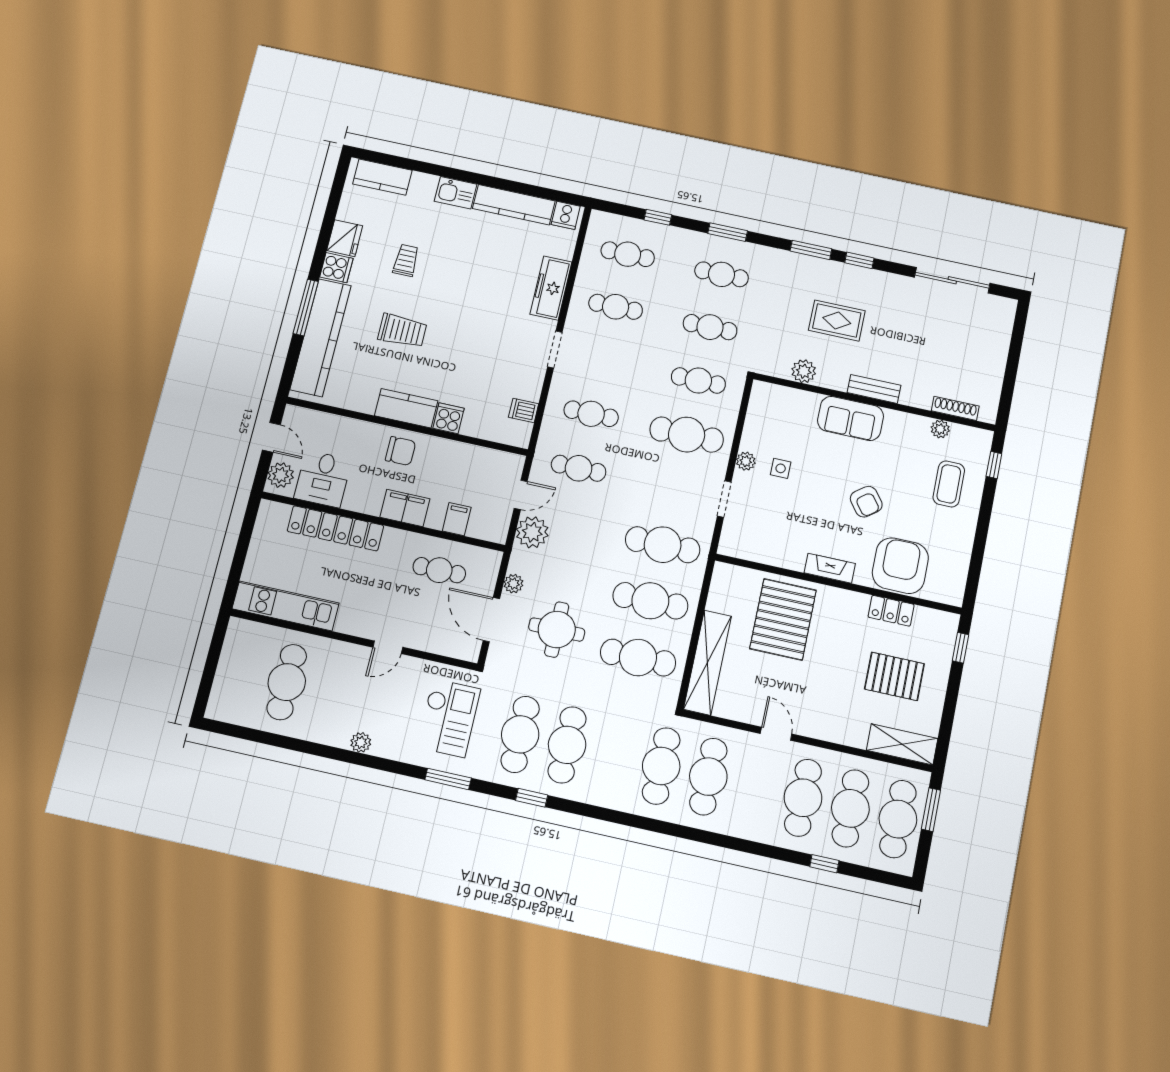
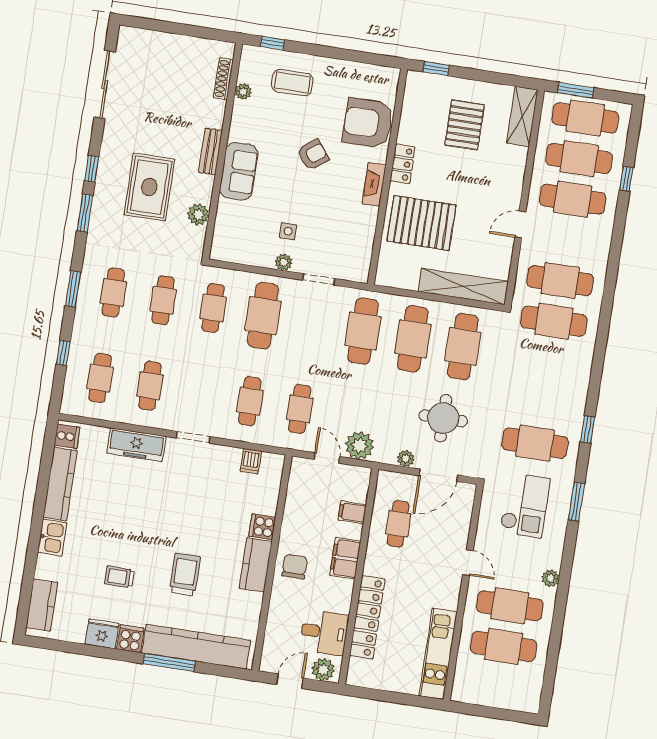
rug: (837, 320) -> (149, 187), width x1.36, depth x1.43
locker: (891, 611) -> (403, 164), moved
checkout: (449, 718) -> (525, 505), turned 90
cafe table: (567, 745) -> (510, 606), moved

